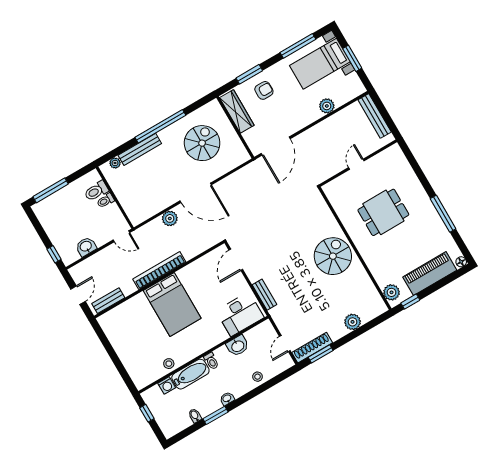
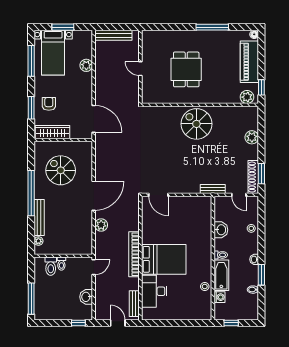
bench: (264, 295) -> (213, 189), moved
desk: (240, 314) -> (154, 291), moved, turned 180

